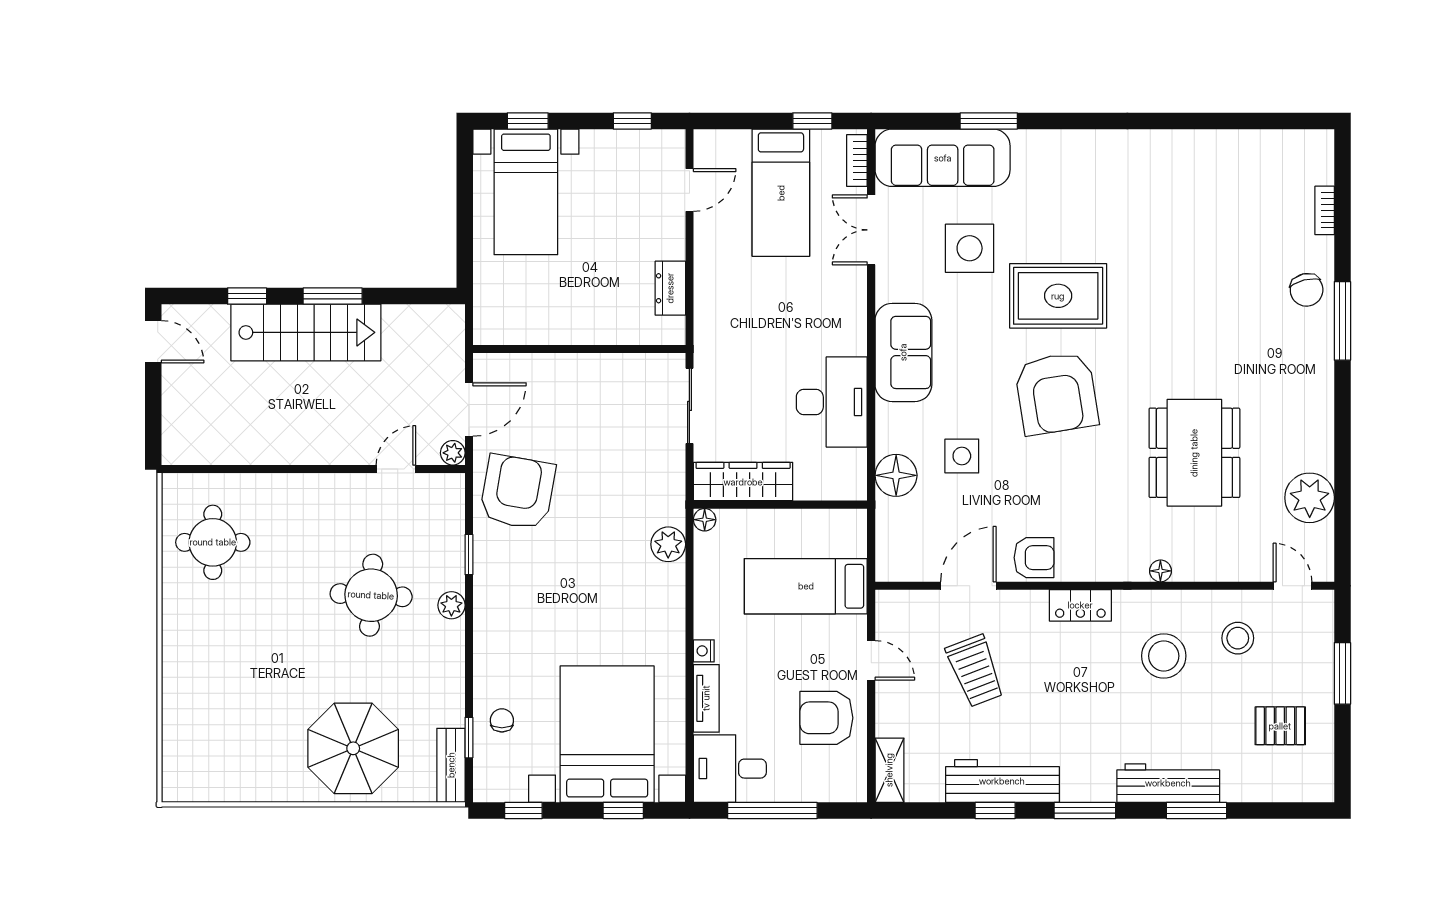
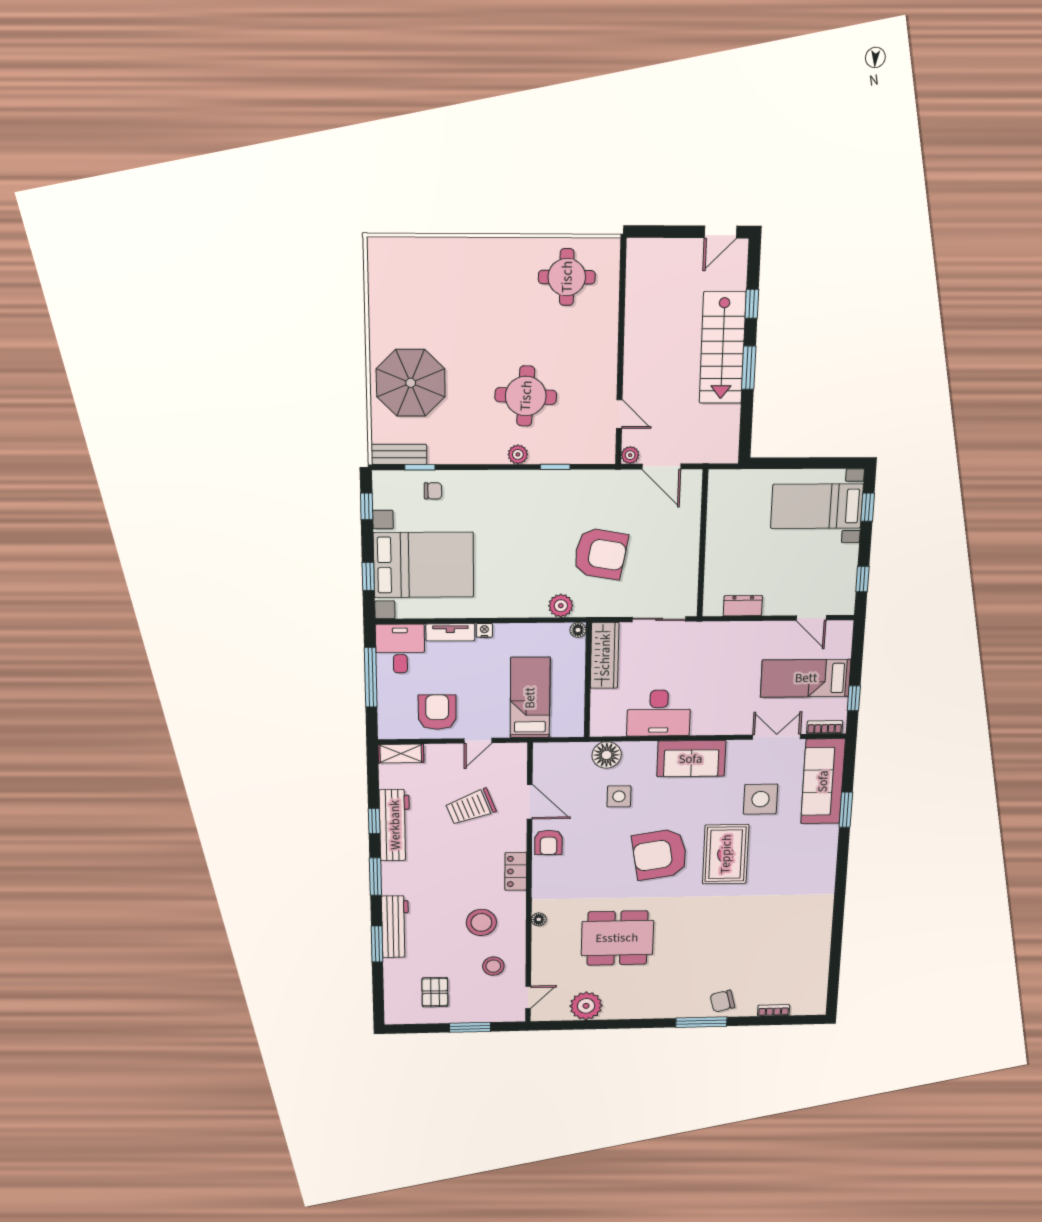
armchair: (517, 492) -> (600, 554), moved

